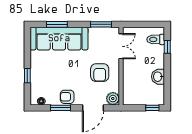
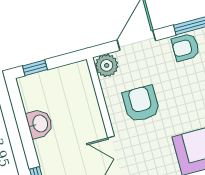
armchair: (67, 97) -> (185, 47), turned 180

